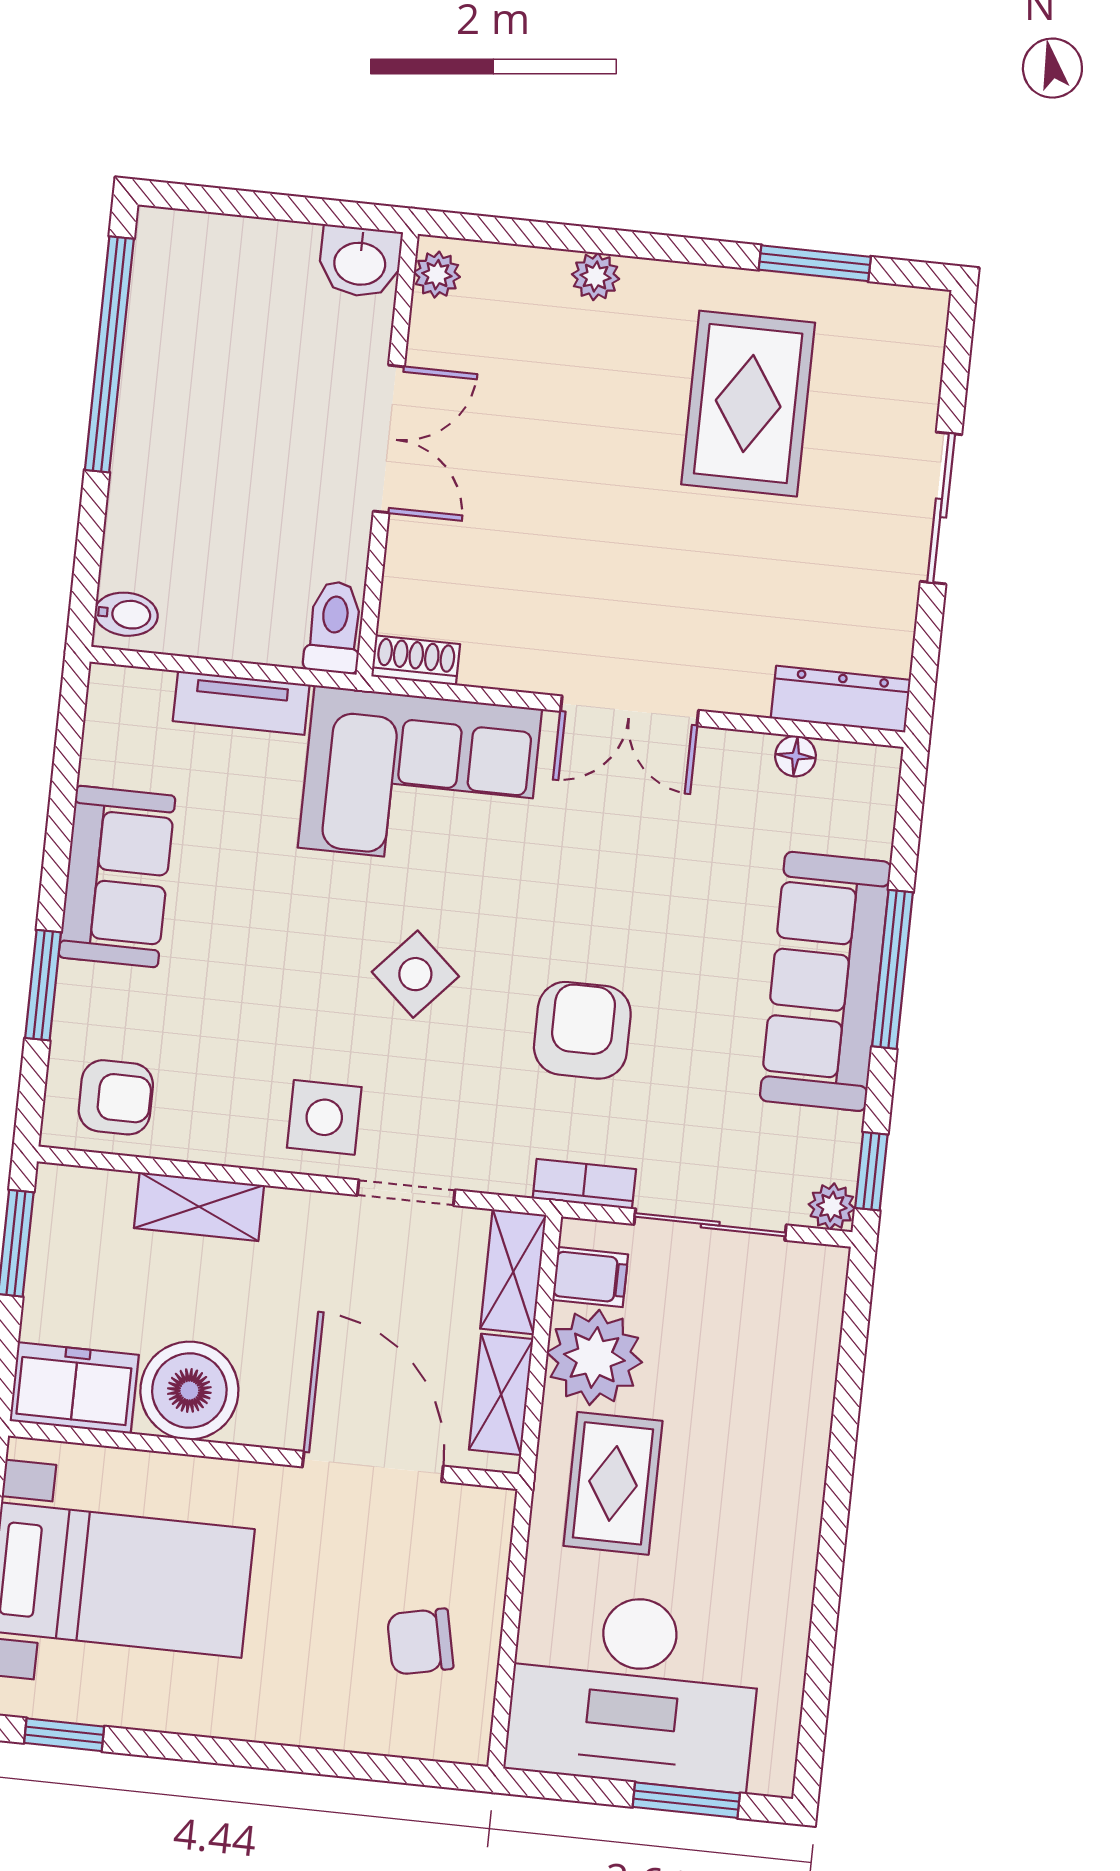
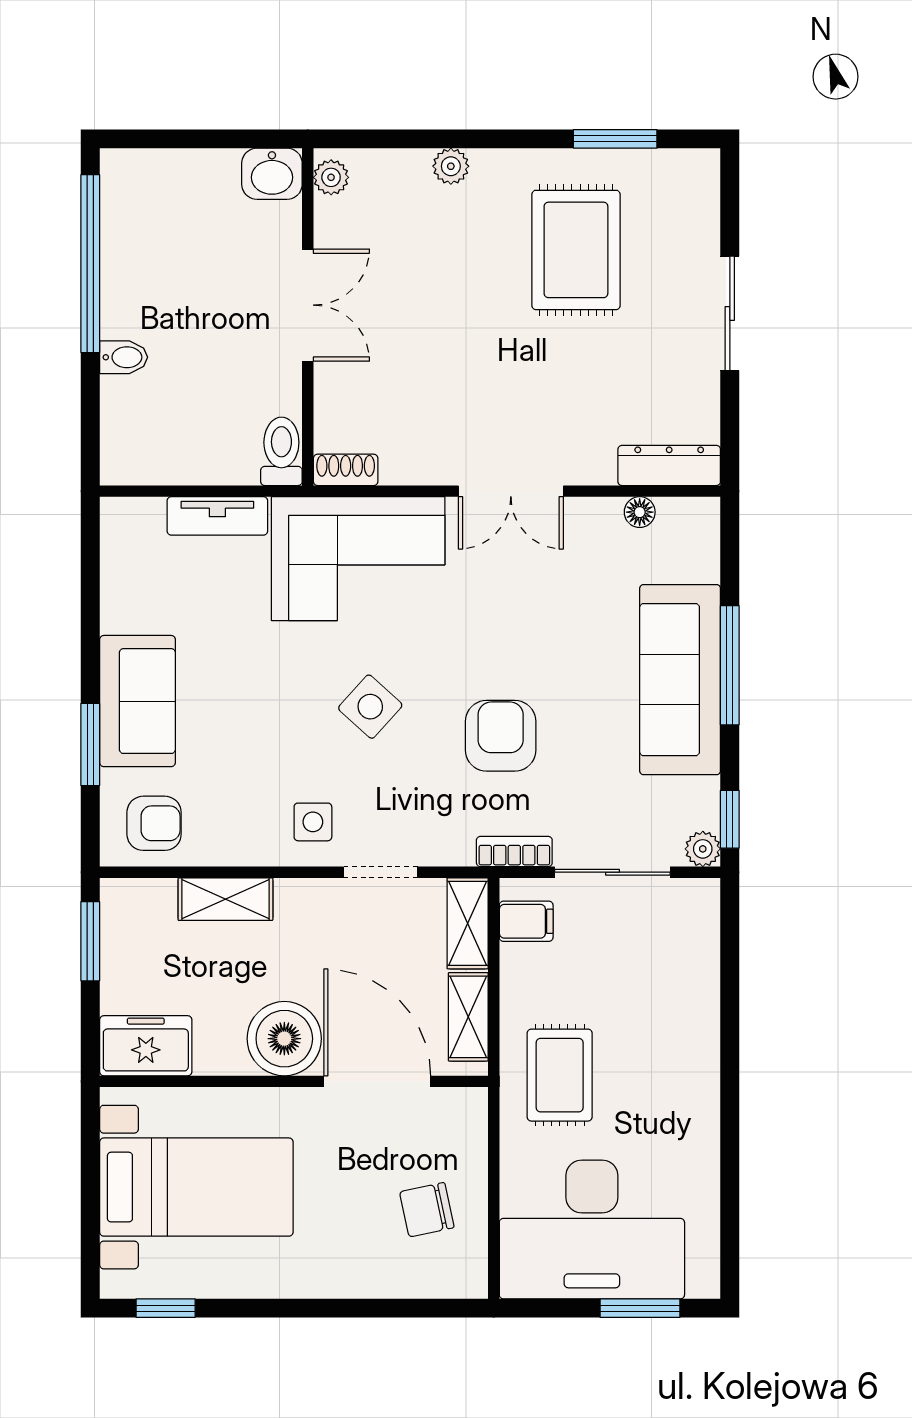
bidet: (126, 614) -> (124, 357), moved
sofa: (117, 877) -> (137, 701), moved
side table: (324, 1117) -> (313, 822), width x0.73, depth x0.73
plant: (594, 1357) -> (536, 982), removed
boiler: (189, 1391) -> (284, 1039), moved

